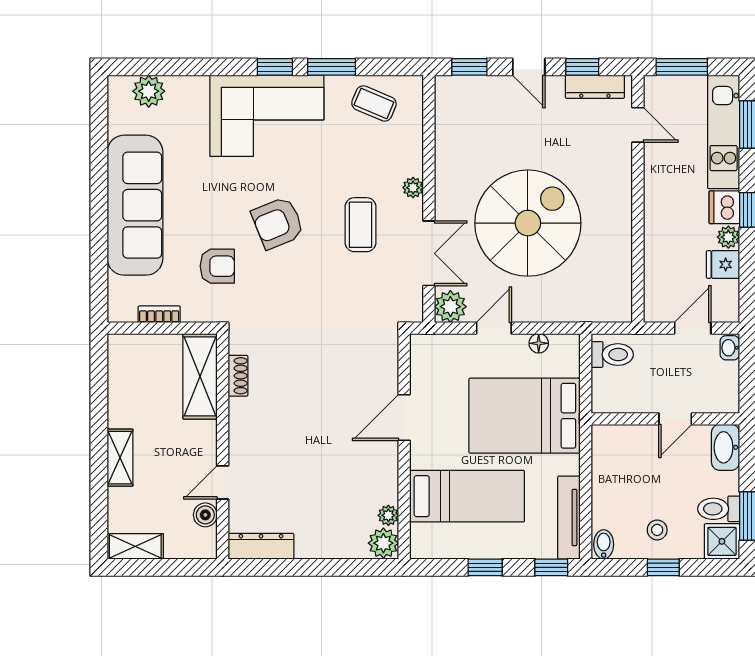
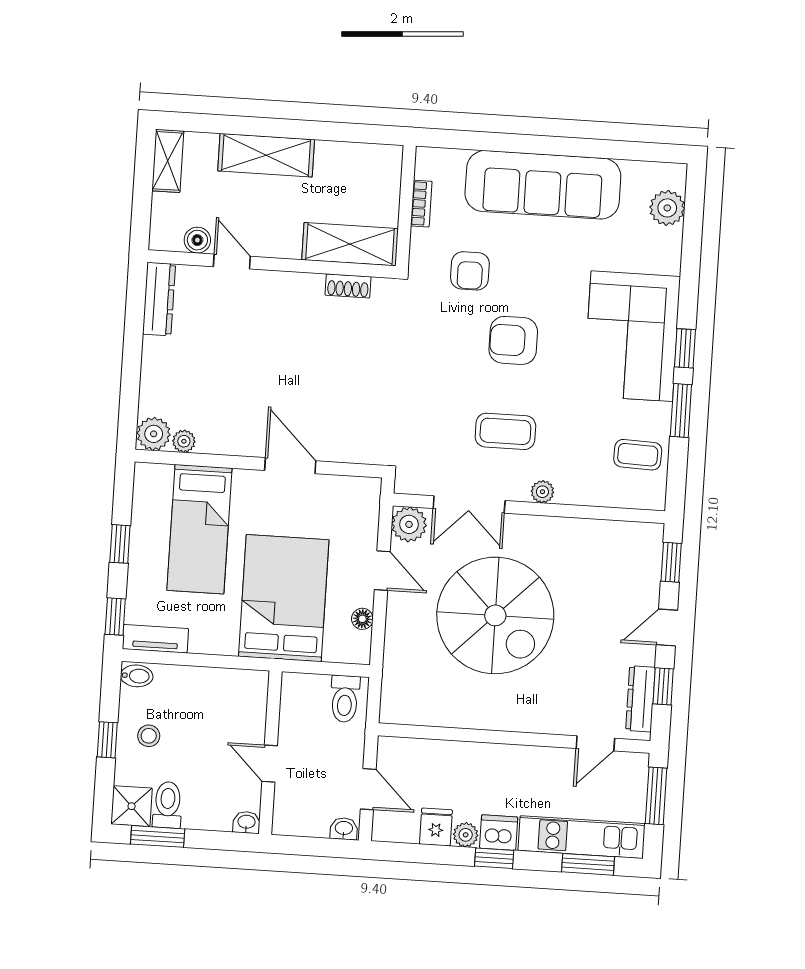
coffee table: (374, 103) -> (638, 455), turned 69
armchair: (278, 223) -> (513, 340), turned -68
washbasin: (725, 447) -> (246, 822), width x0.52, depth x0.69
shelving: (120, 458) -> (266, 155), width x1.50, depth x1.33
tv unit: (569, 518) -> (155, 639), width x0.71

